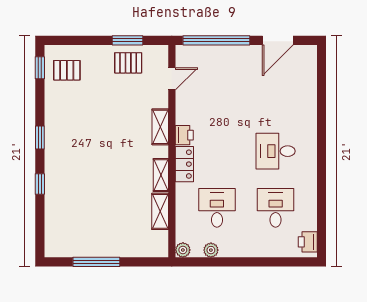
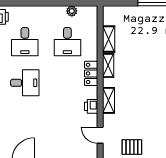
door: (172, 79) -> (100, 135), hinge flipped
printer: (184, 135) -> (91, 106), moved
plant: (183, 250) -> (92, 11), removed

